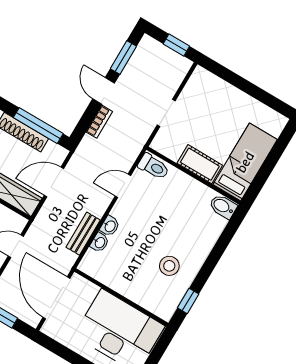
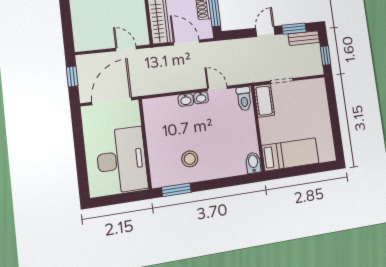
bookcase: (99, 122) -> (245, 43), removed
cot: (200, 164) -> (264, 101), moved
bench: (83, 234) -> (304, 38), moved
washbasin: (100, 242) -> (201, 98), moved
window: (188, 301) -> (176, 190), width x1.50

